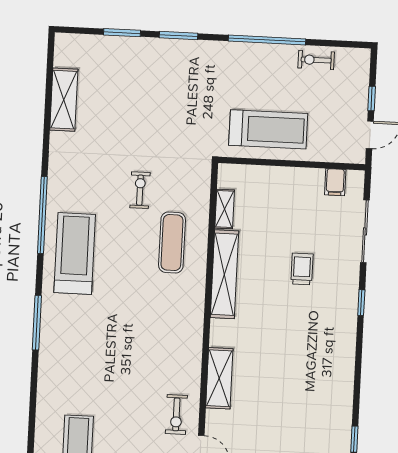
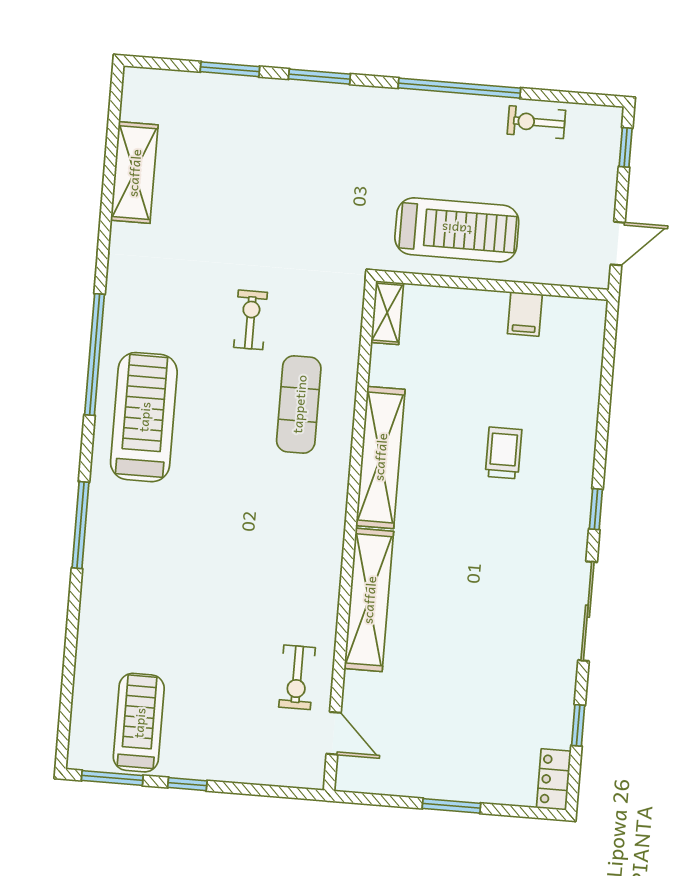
window: (372, 98) -> (626, 147), moved
filing cabinet: (335, 182) -> (525, 314), moved
shelving: (225, 209) -> (387, 313), moved
sliding door: (365, 231) -> (588, 611), moved
shelving: (219, 378) -> (369, 600), width x1.47

